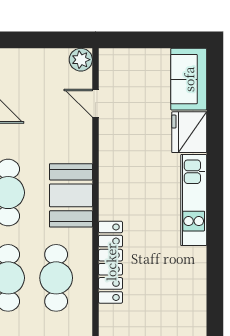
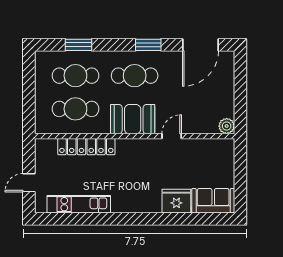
door: (95, 103) -> (172, 136), moved
kitchen unit: (194, 200) -> (79, 204), moved

